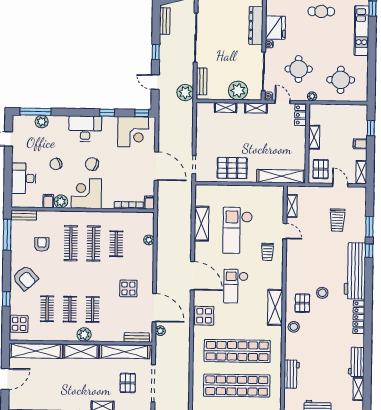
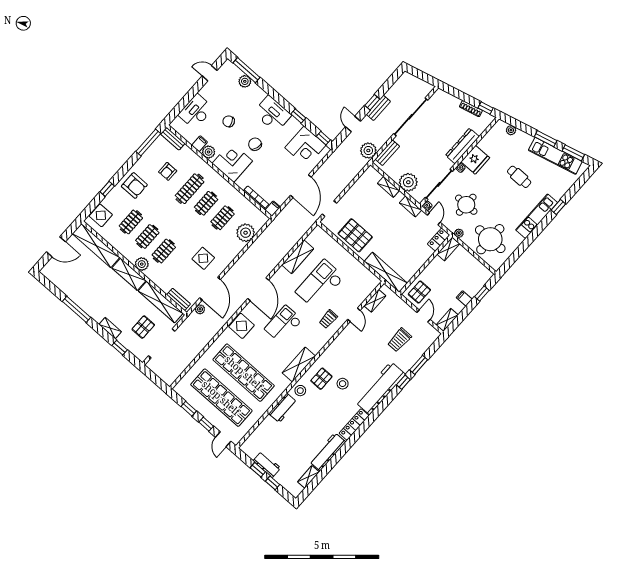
bench: (165, 21) -> (378, 108), moved
round table: (341, 80) -> (490, 239), width x1.36, depth x1.36
shelving: (314, 137) -> (448, 249), moved
plant: (149, 240) -> (246, 233), width x1.88, depth x1.88
clothes rail: (94, 243) -> (206, 203), width x0.73
armchair: (42, 244) -> (168, 171), turned 180
armchair: (25, 278) -> (134, 186), turned -48
workbench: (356, 362) -> (327, 452), width x1.38
workbench: (292, 374) -> (283, 408), moved

